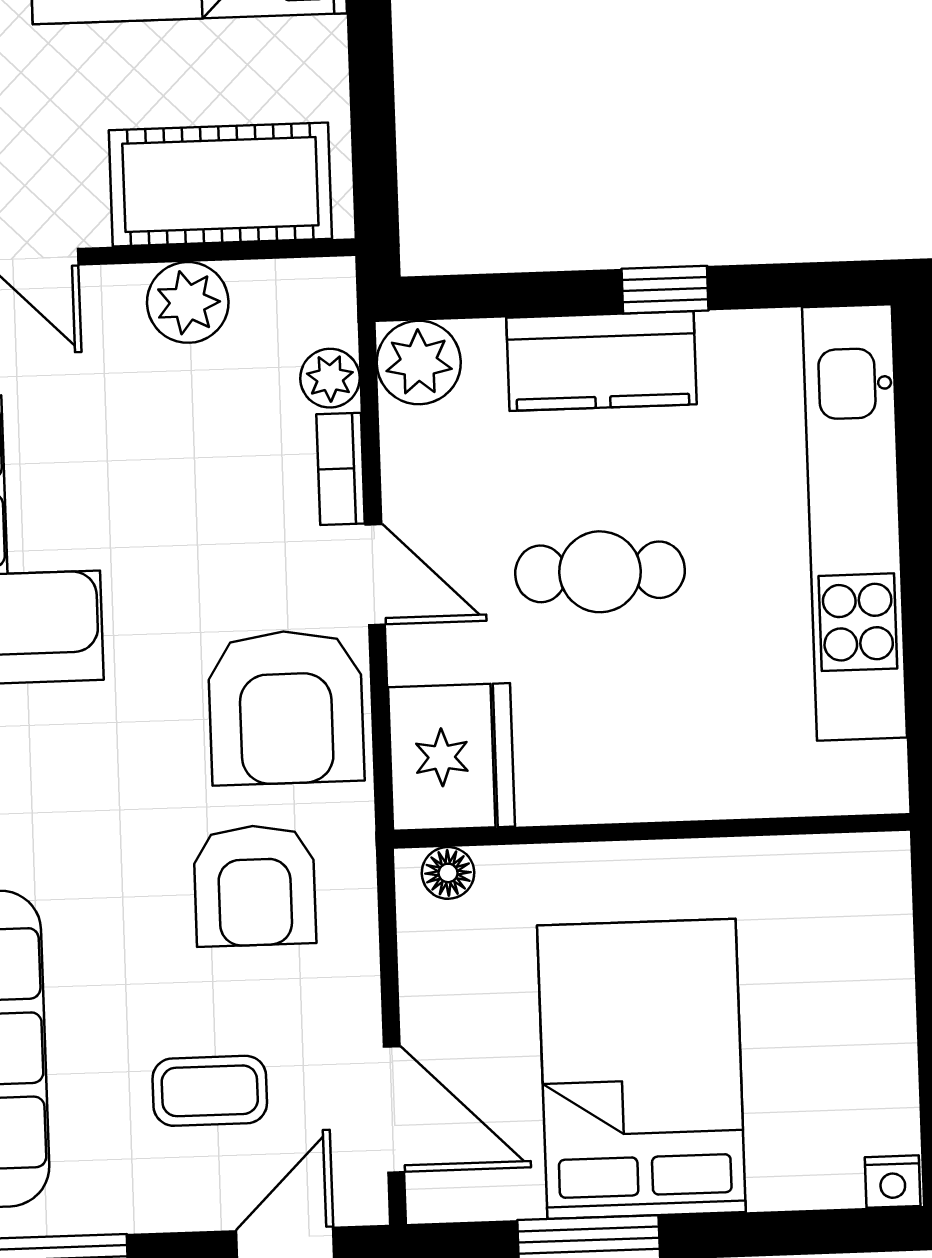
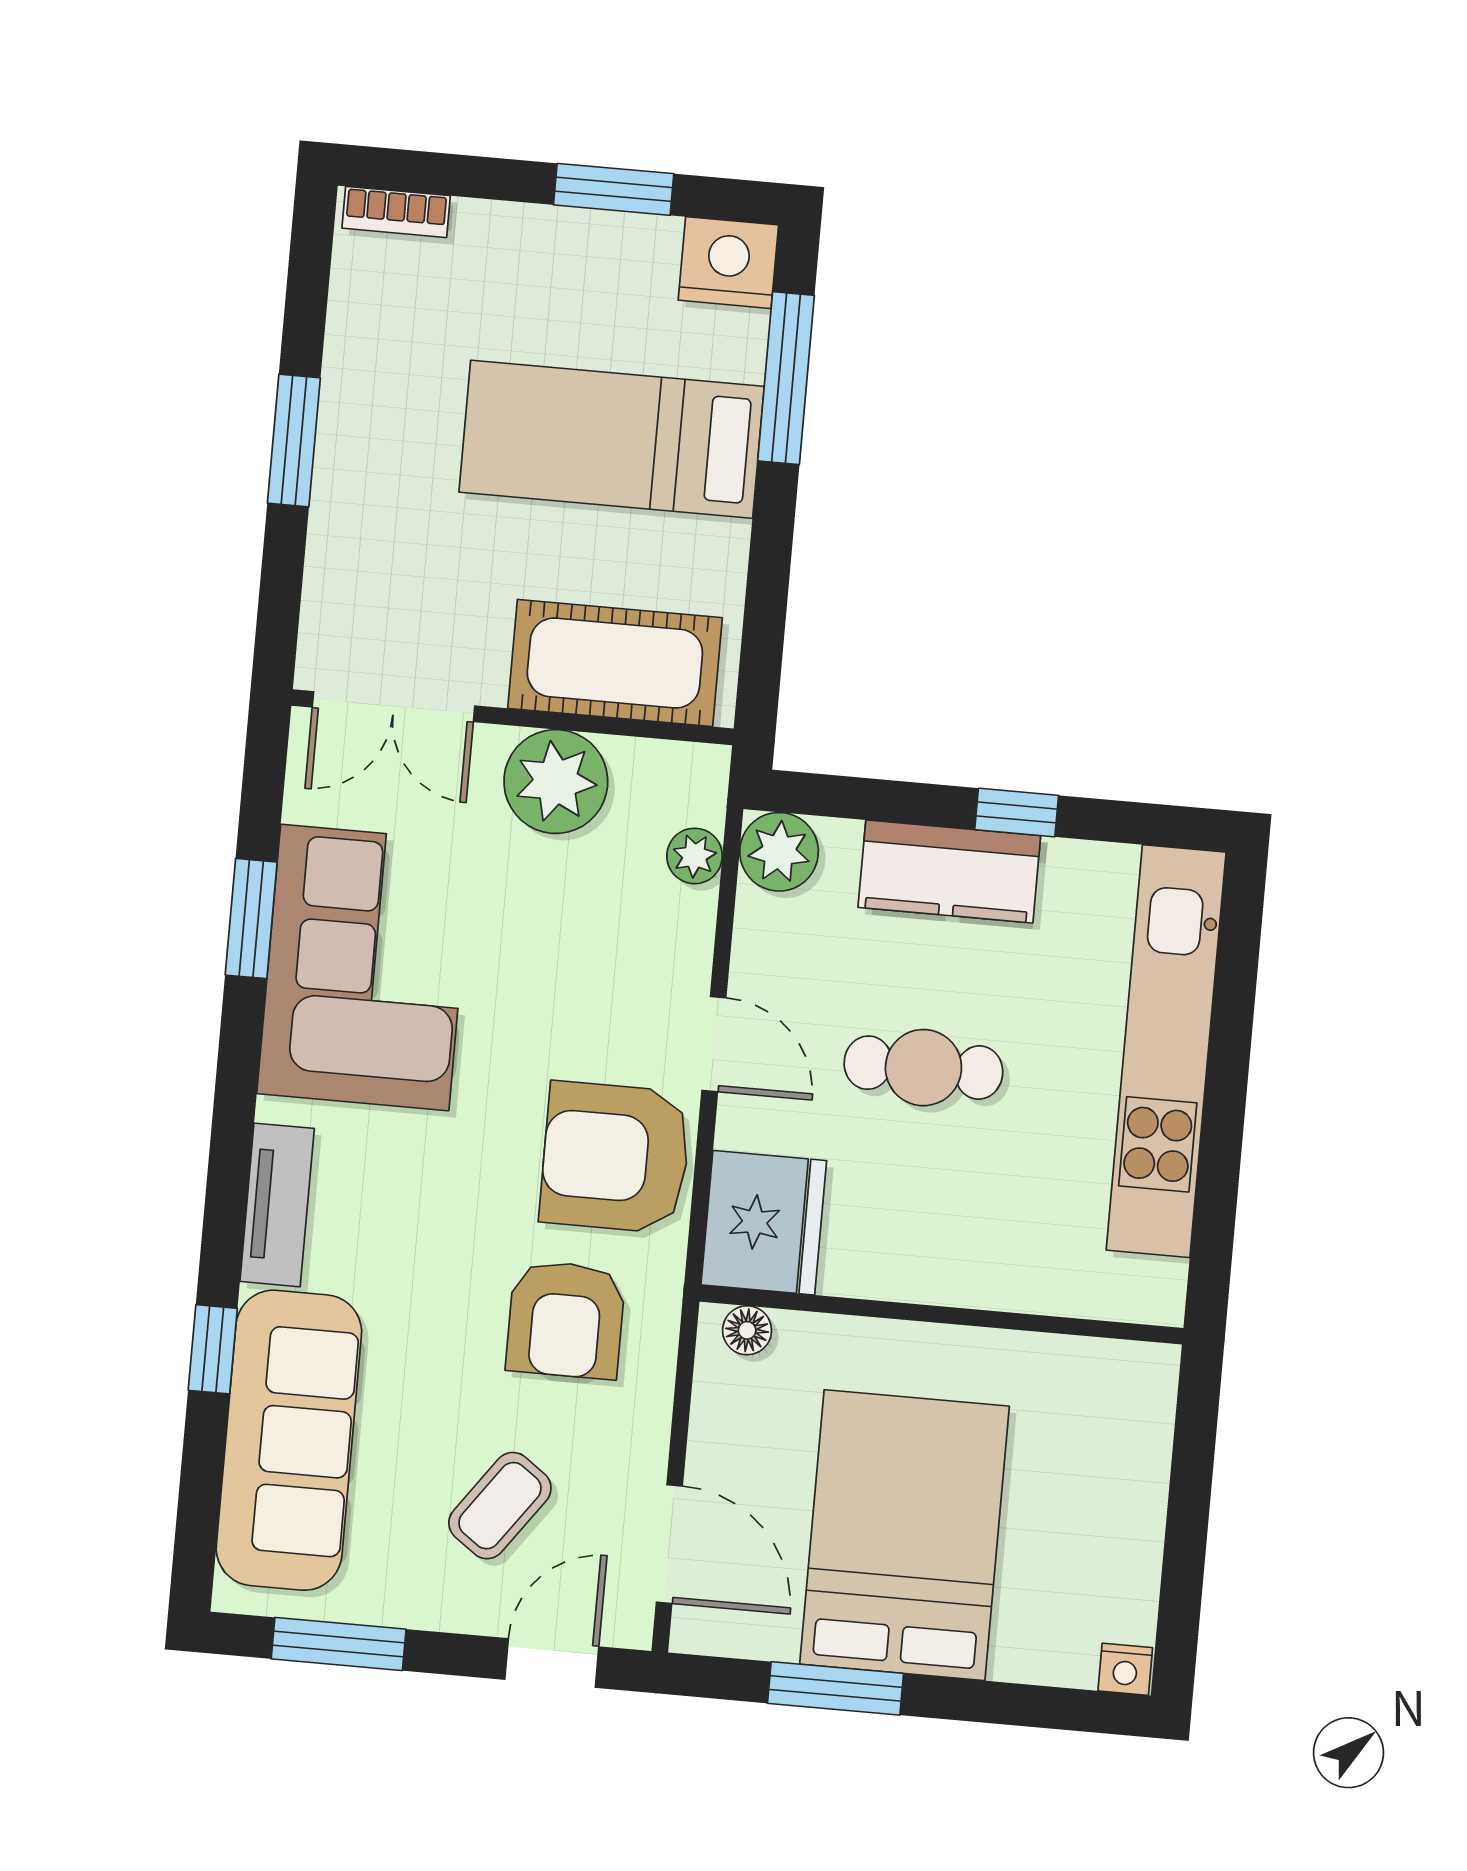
plant: (188, 302) -> (556, 782), width x1.36, depth x1.36
bookcase: (341, 469) -> (694, 942), removed
armchair: (286, 707) -> (615, 1157), turned 90
coffee table: (210, 1091) -> (500, 1506), turned -54

